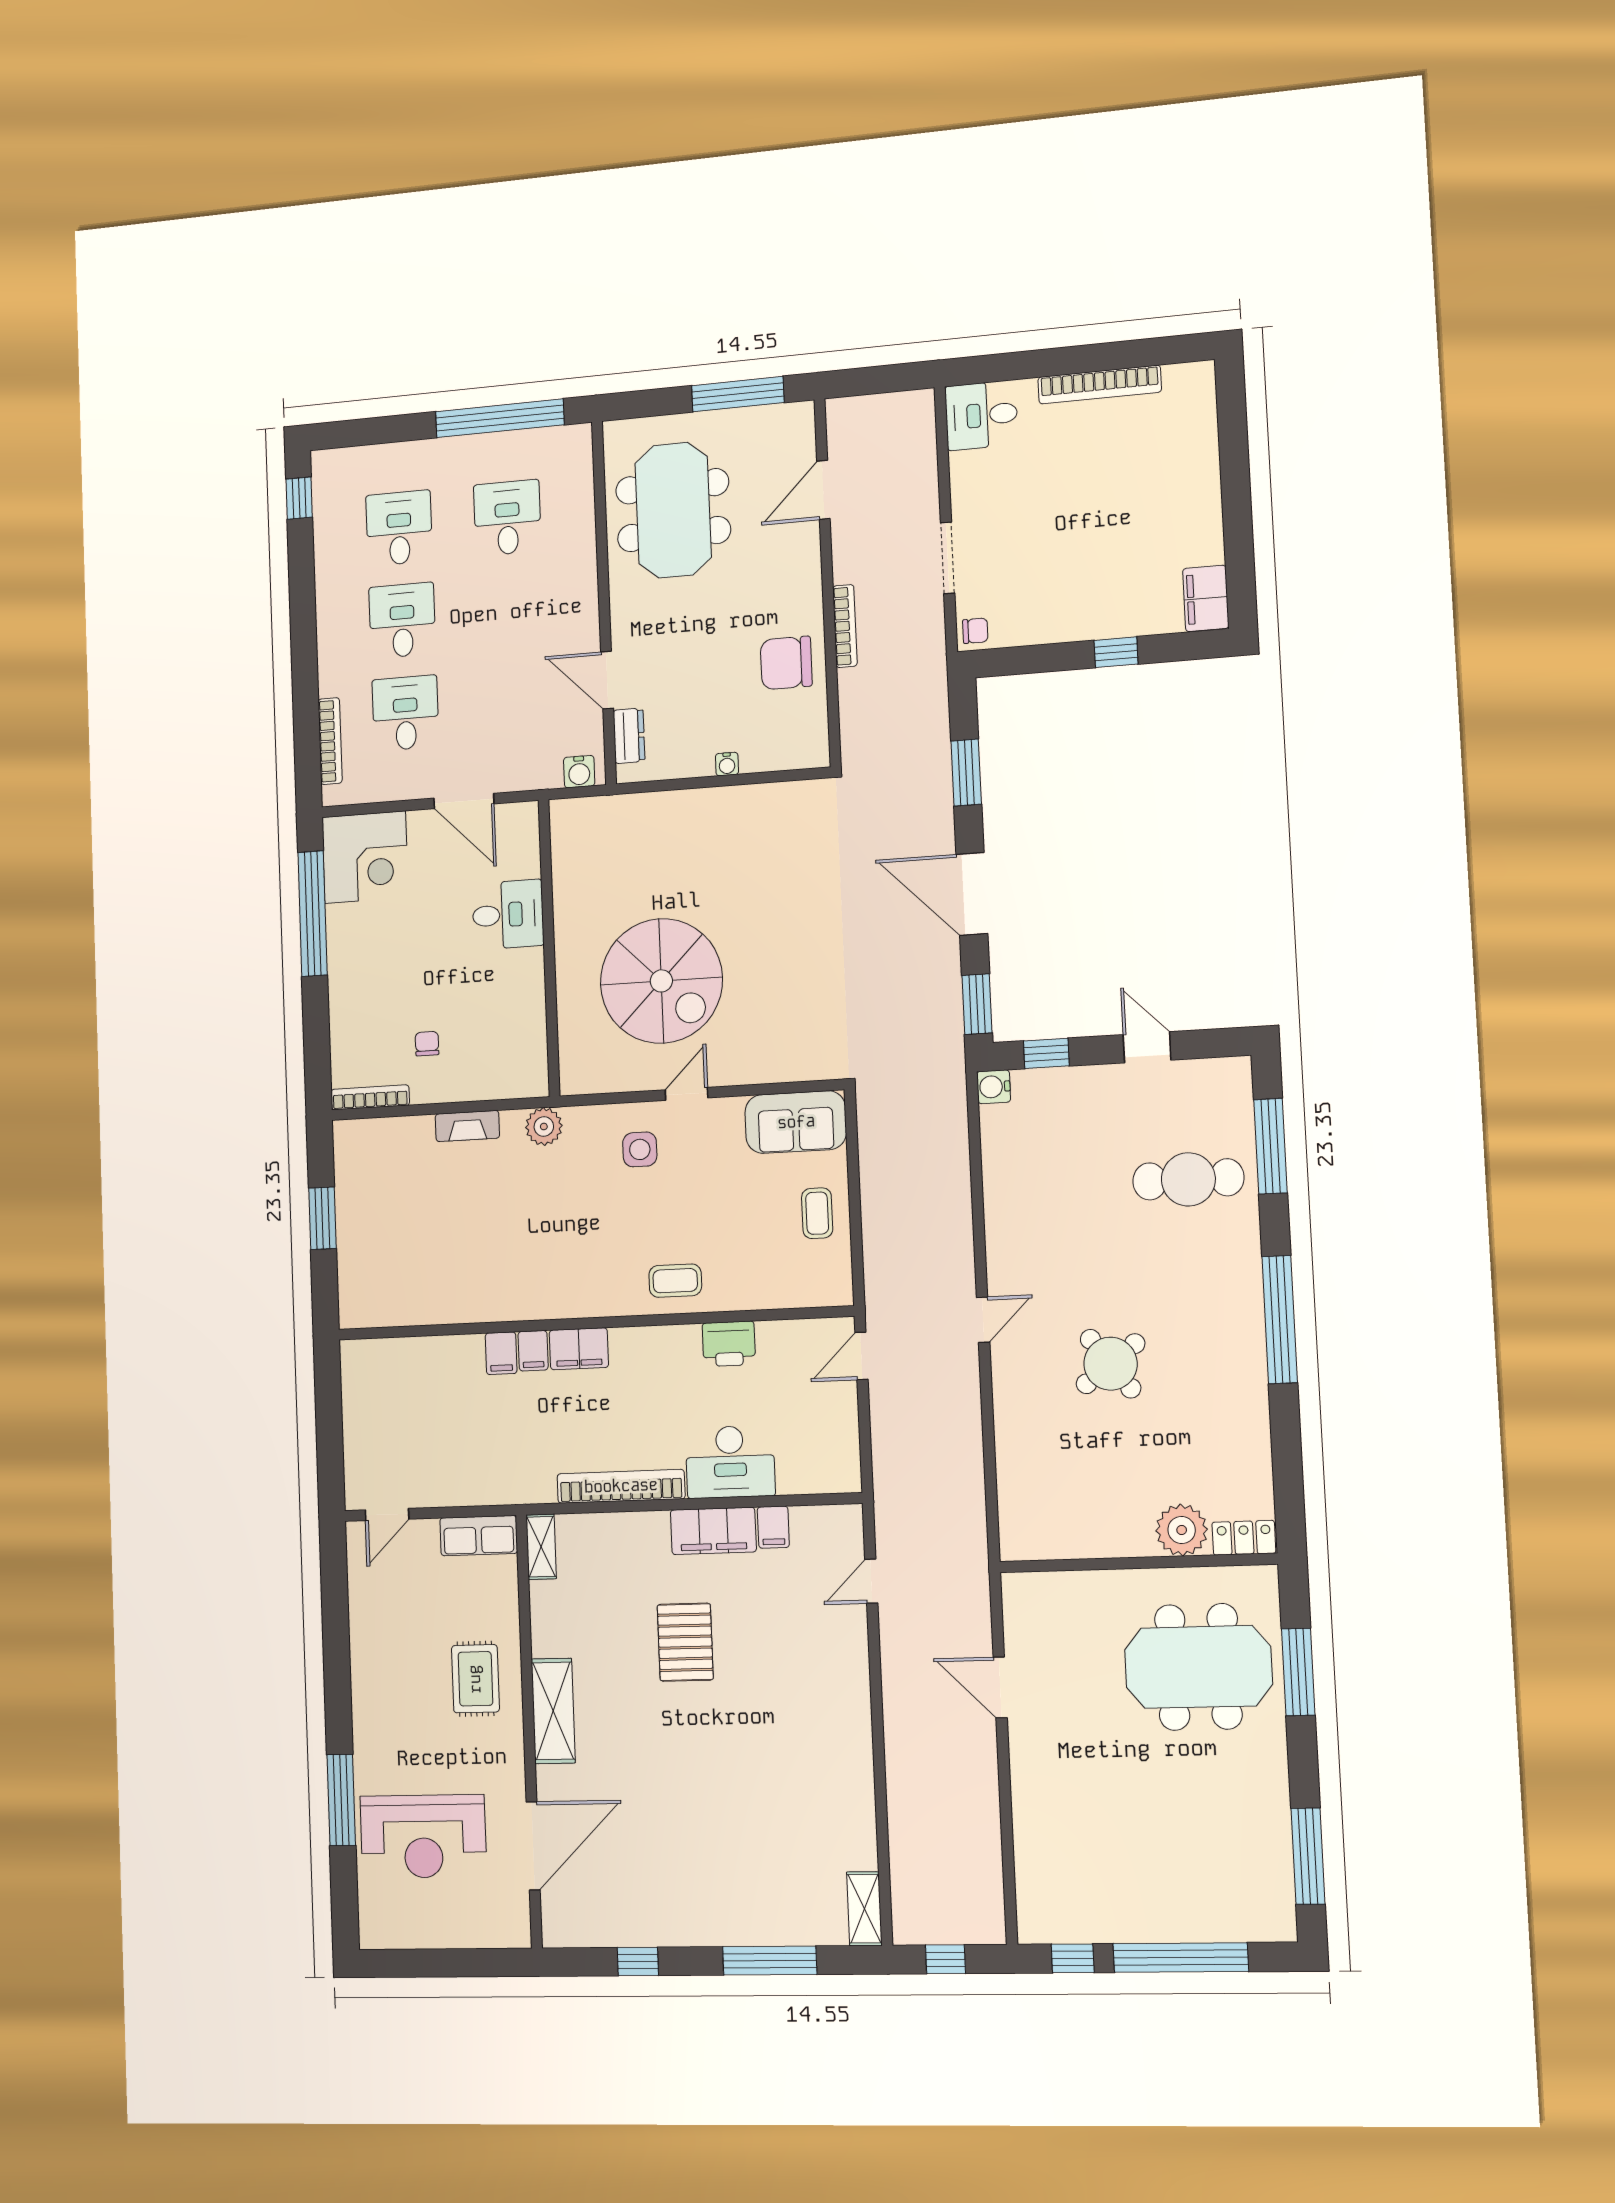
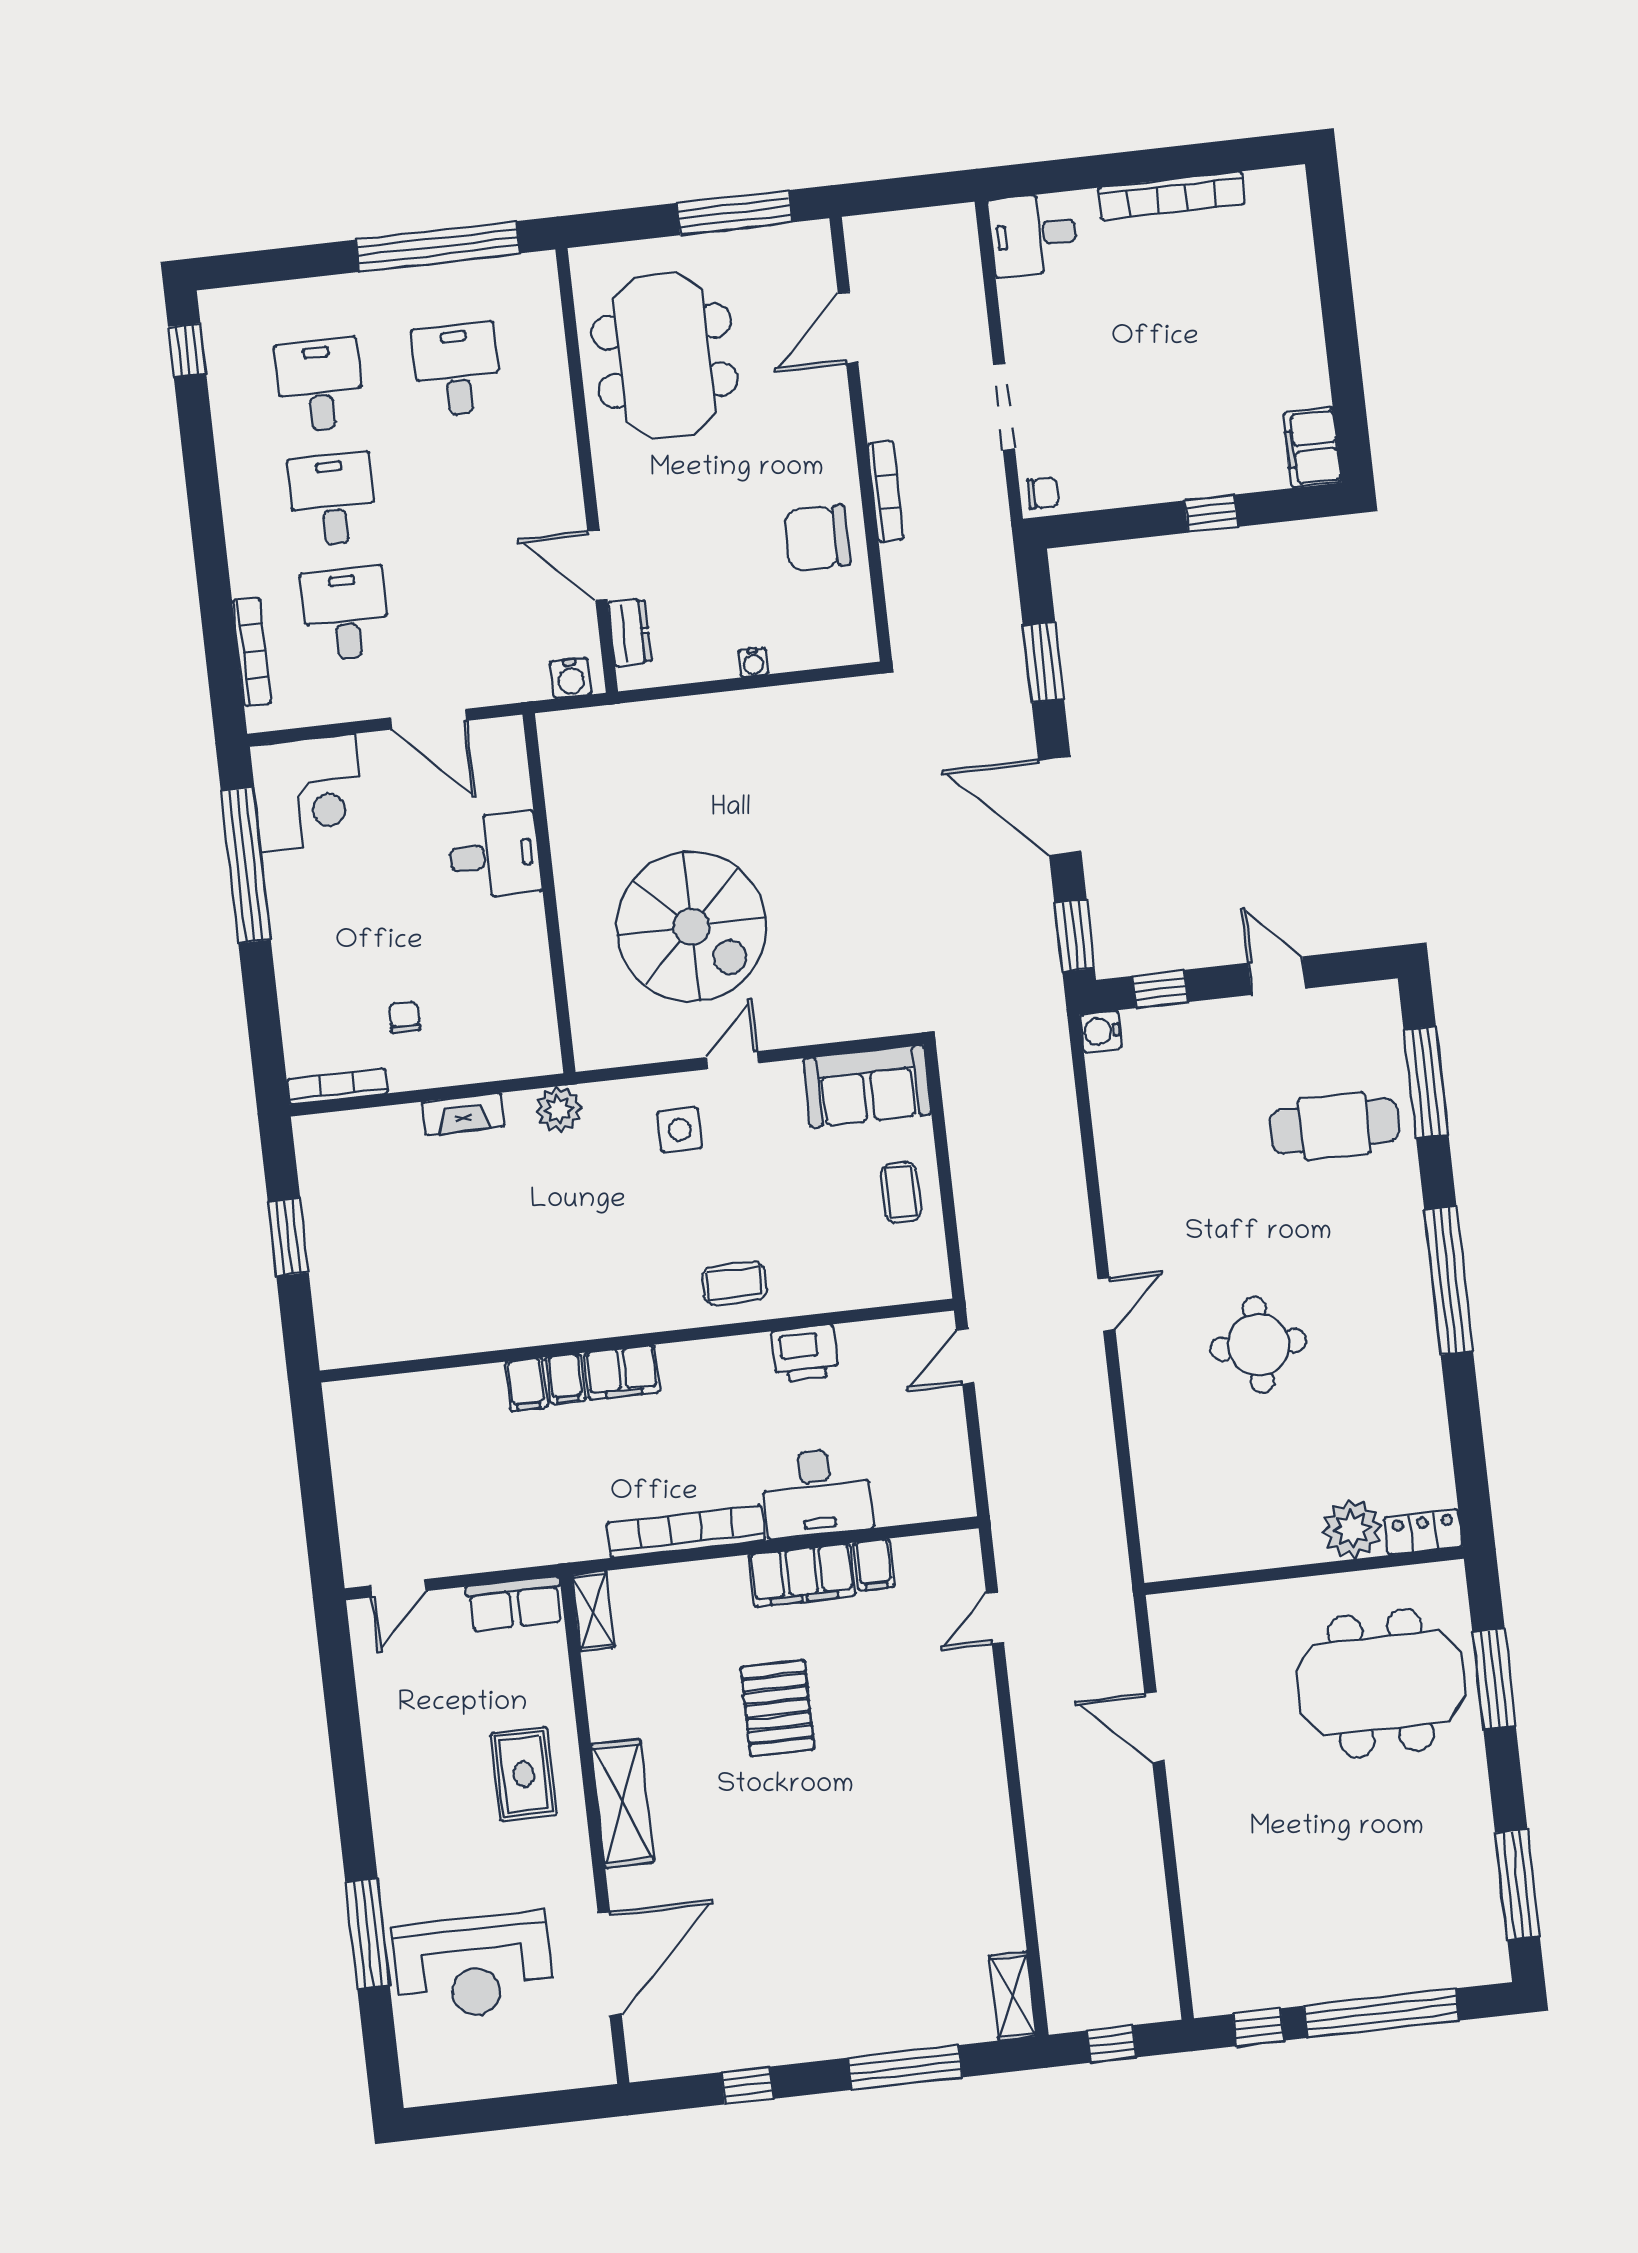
round table: (1111, 1364) -> (1258, 1345), turned 37

